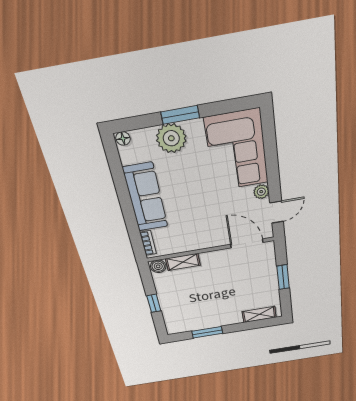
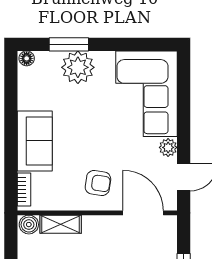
window: (180, 115) -> (69, 44), moved
sofa: (146, 197) -> (35, 141), width x0.73
armchair: (207, 228) -> (98, 183), added

